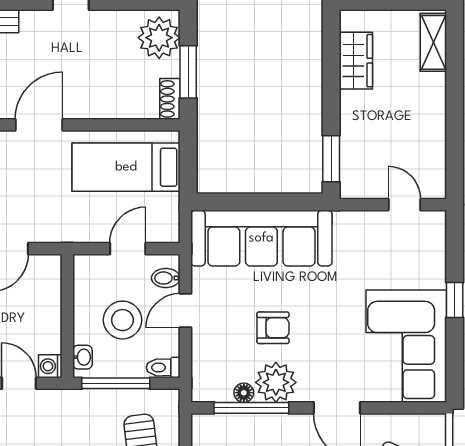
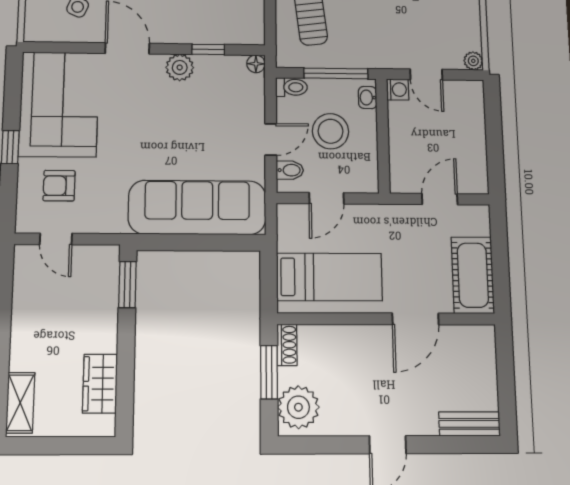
armchair: (273, 328) -> (59, 186), moved
plant: (276, 382) -> (180, 67), width x0.73, depth x0.73
floor lamp: (244, 393) -> (256, 64), moved
window: (251, 408) -> (208, 49), width x0.46

